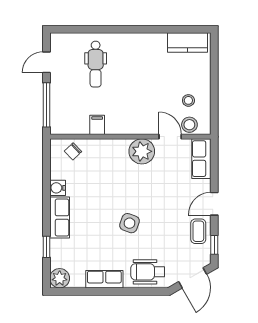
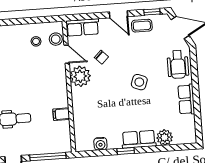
door: (170, 137) -> (67, 54), swing flipped
chair: (73, 151) -> (101, 57), moved
water cooler: (58, 188) -> (100, 144), moved
window: (46, 247) -> (126, 151), moved
plant: (60, 278) -> (165, 137), moved

